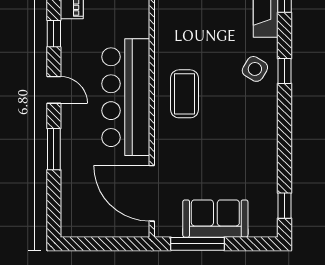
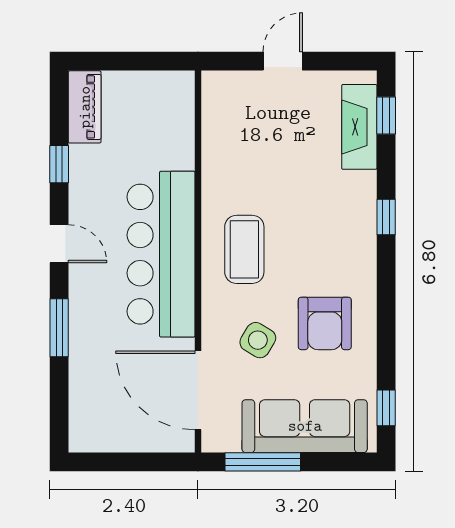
side table: (255, 69) -> (258, 340), moved
armchair: (241, 146) -> (325, 323), added
sofa: (215, 219) -> (305, 426), width x1.36

